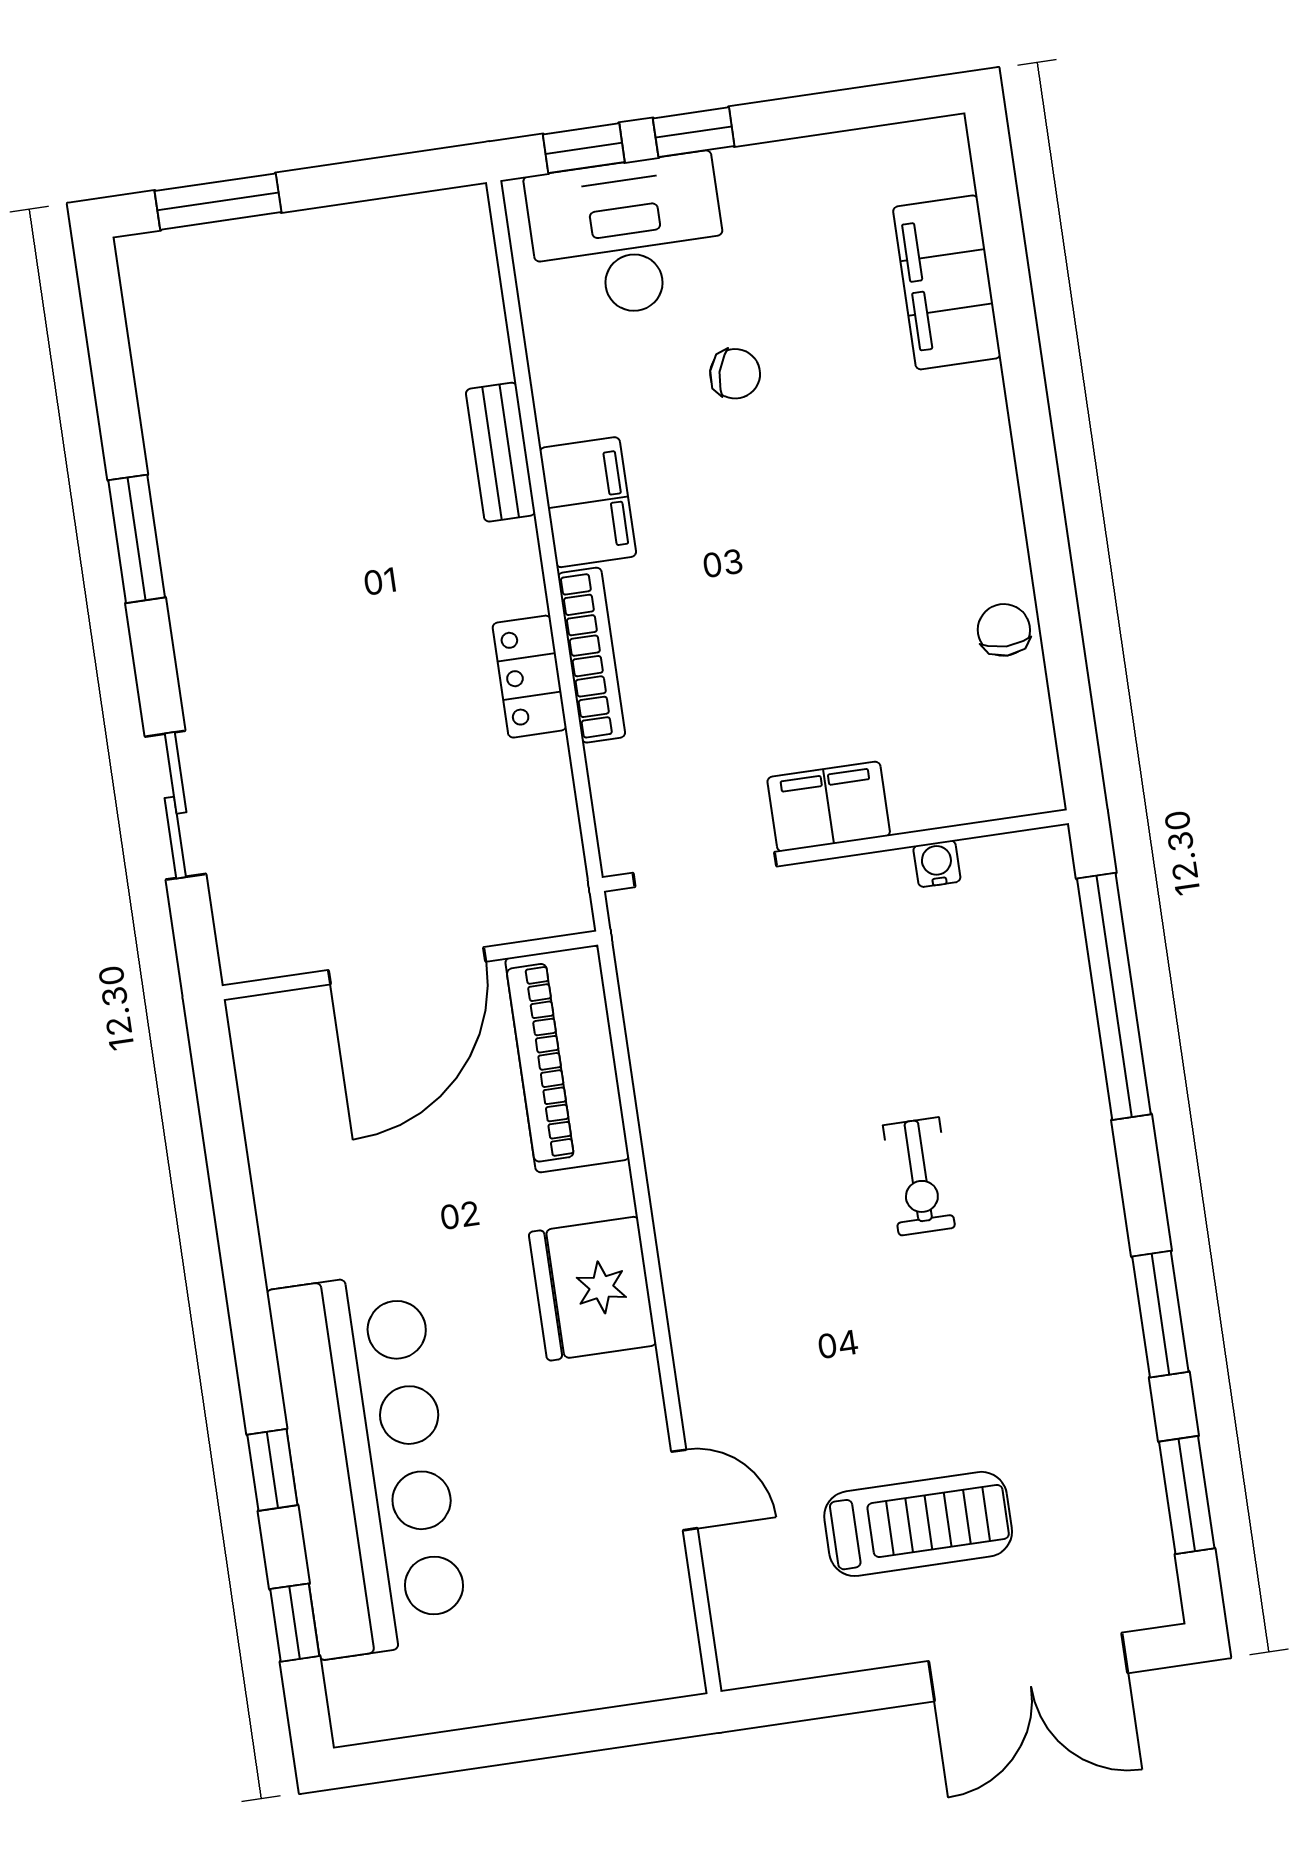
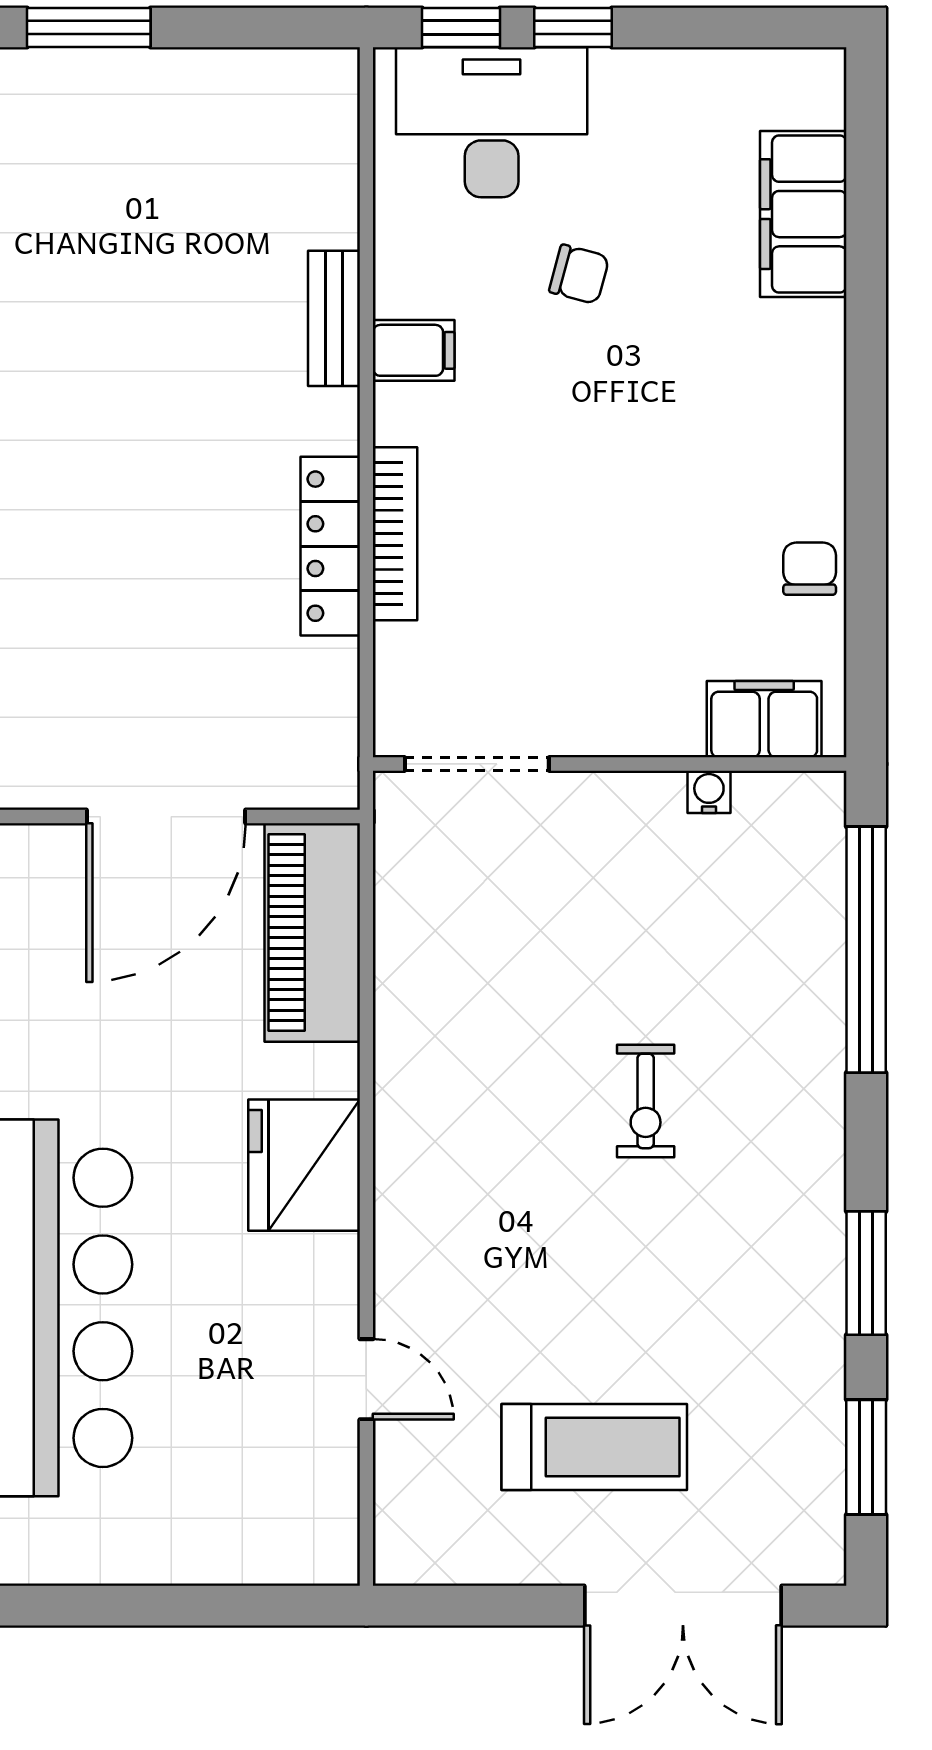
filing cabinet: (588, 502) -> (414, 350), width x0.50
locker: (530, 677) -> (330, 546), width x1.53
filing cabinet: (829, 807) -> (764, 719), moved

